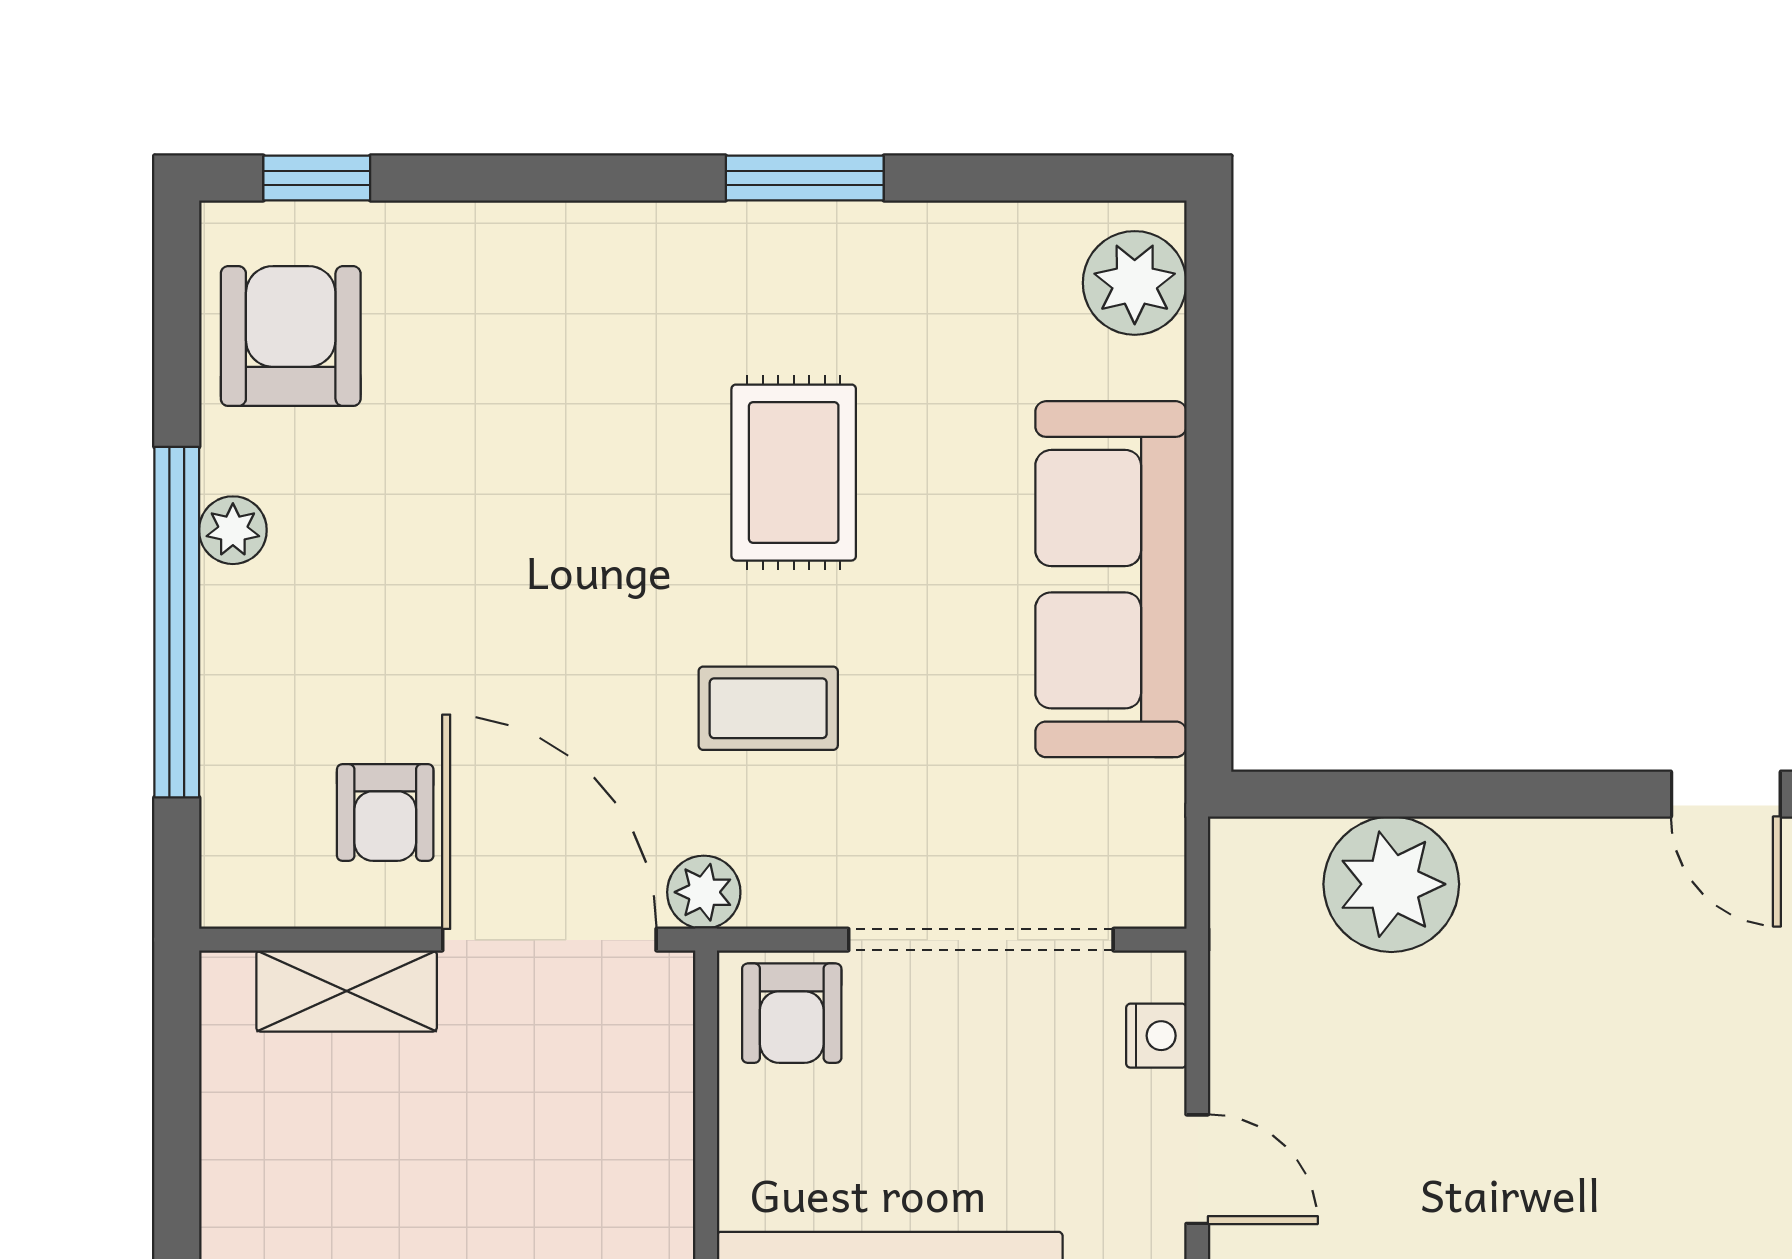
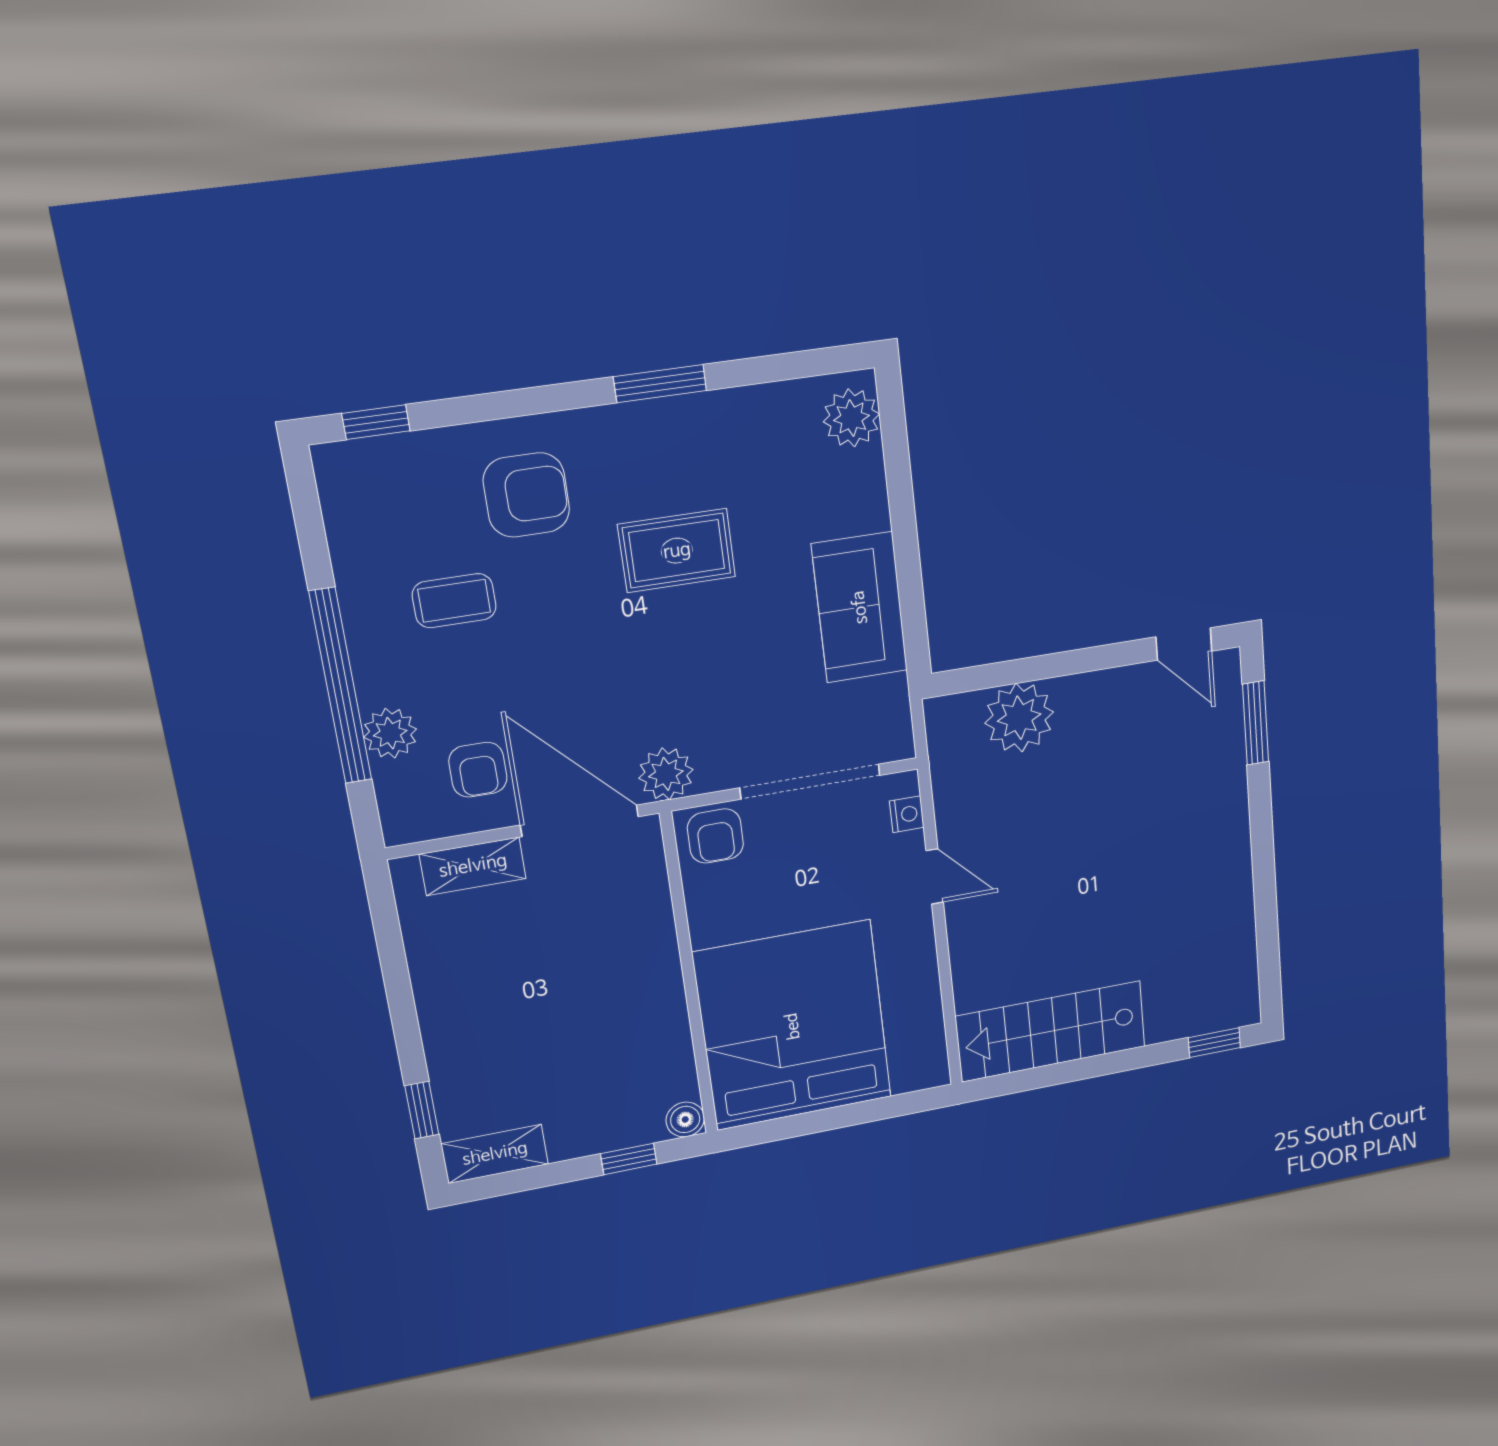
armchair: (291, 336) -> (526, 495), moved, turned 90
rug: (794, 473) -> (677, 551), turned 90
plant: (233, 530) -> (390, 733), moved, width x1.38, depth x1.38
sofa: (1111, 579) -> (860, 607), width x0.73
coffee table: (768, 708) -> (454, 601), moved
plant: (704, 892) -> (666, 774), width x1.38, depth x1.38

